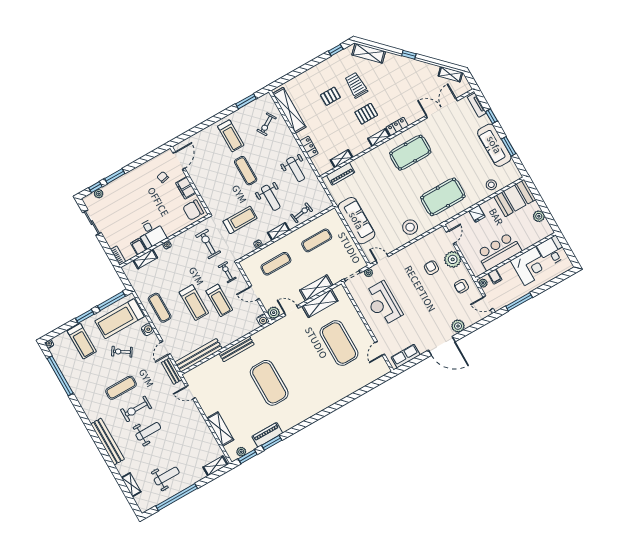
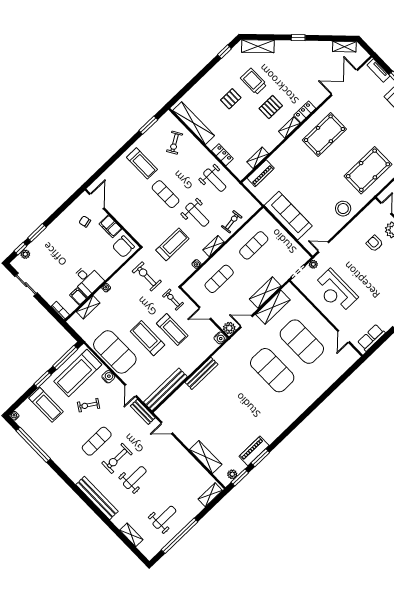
treadmill: (194, 303) -> (147, 338), turned 180
exercise mat: (160, 308) -> (115, 352), width x2.00, depth x1.45
exercise mat: (269, 383) -> (272, 370), moved

